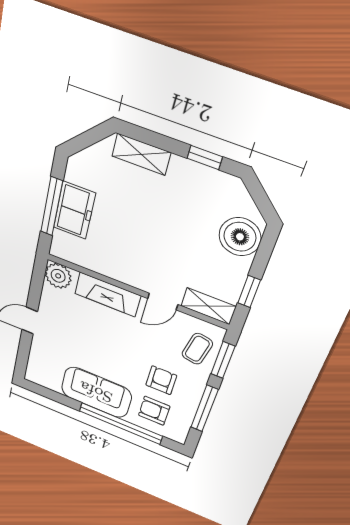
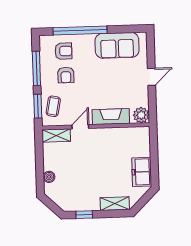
window: (52, 206) -> (154, 156), removed
freezer: (74, 210) -> (142, 172), moved
boiler: (240, 237) -> (49, 177), width x0.54, depth x0.54
window: (249, 292) -> (39, 154), removed
sofa: (96, 392) -> (117, 45), moved

